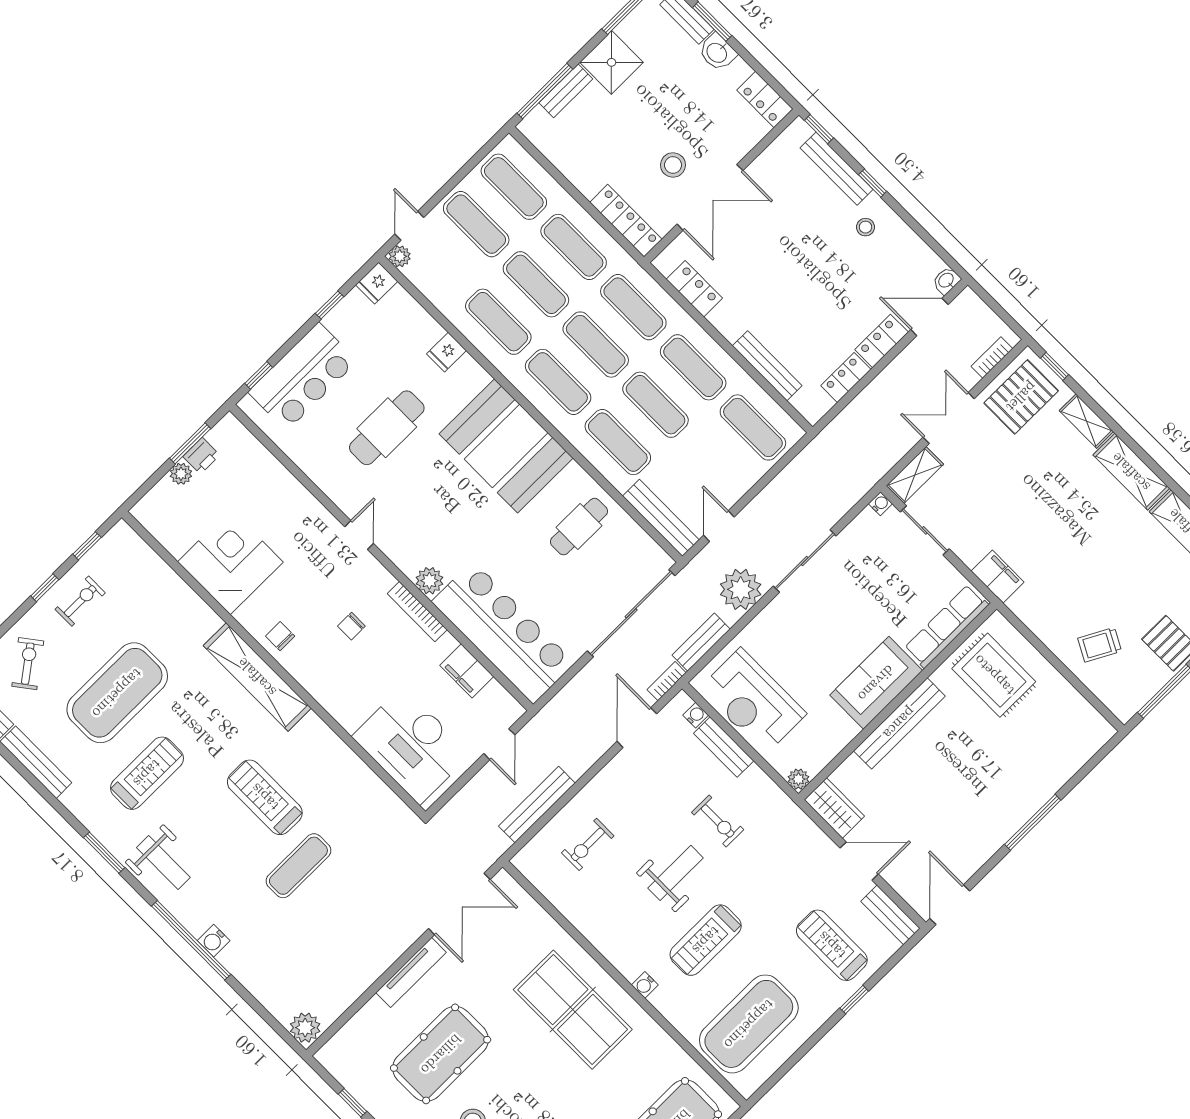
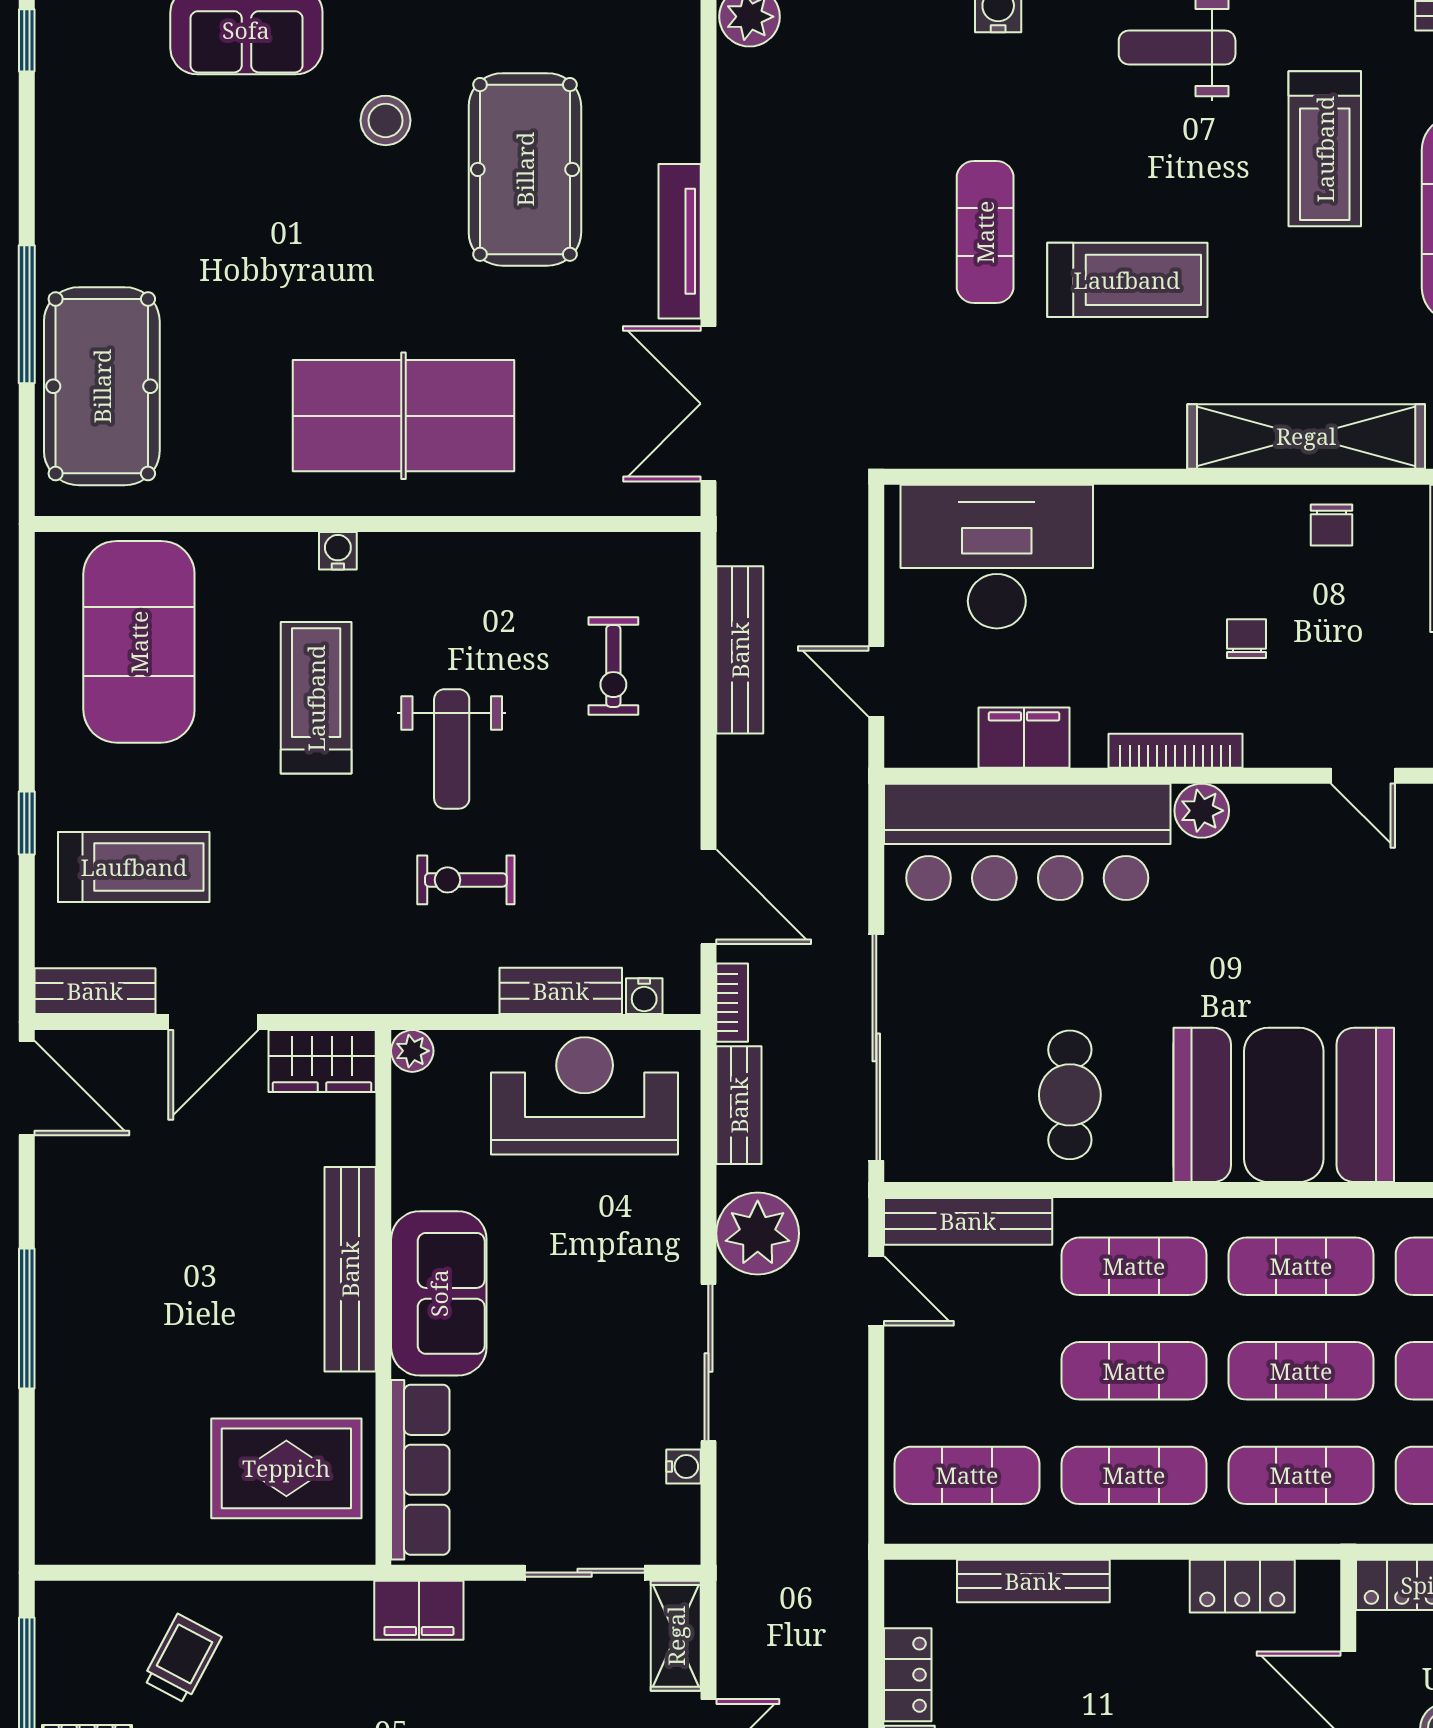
water cooler: (880, 504) -> (684, 1466), moved, turned -90
chair: (280, 636) -> (1332, 525), turned 90
exercise bike: (588, 844) -> (613, 666), turned 180

